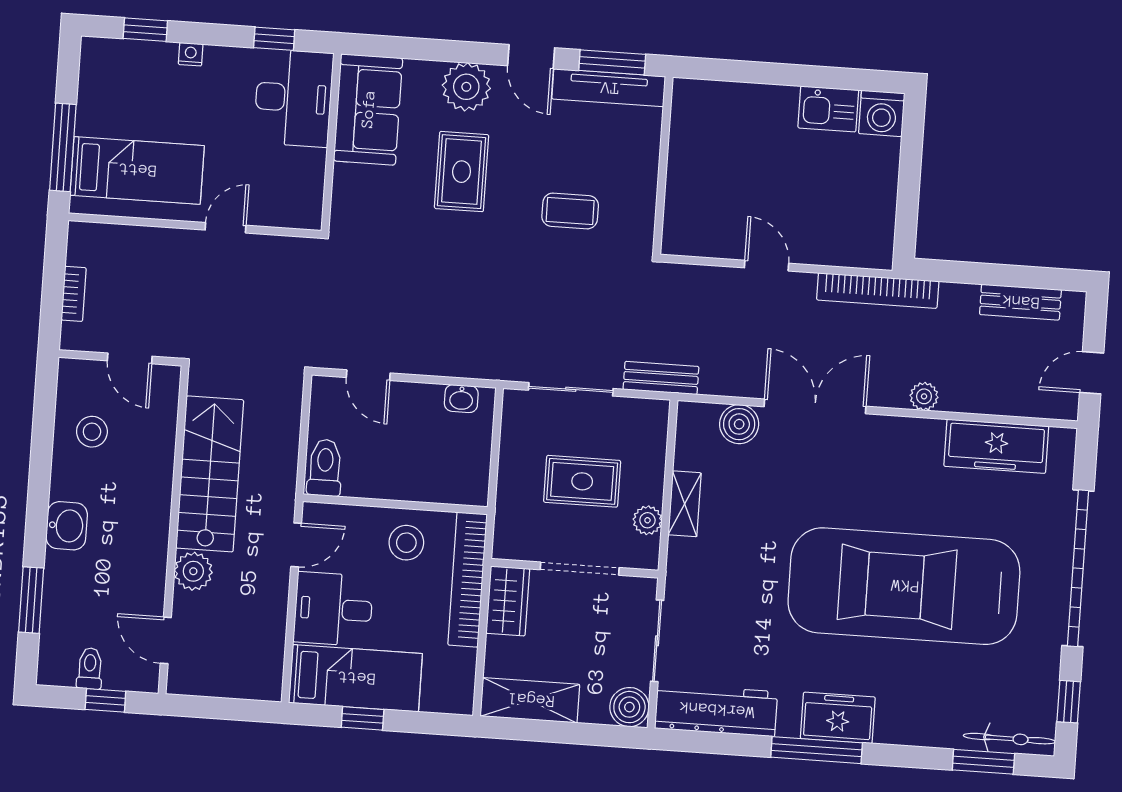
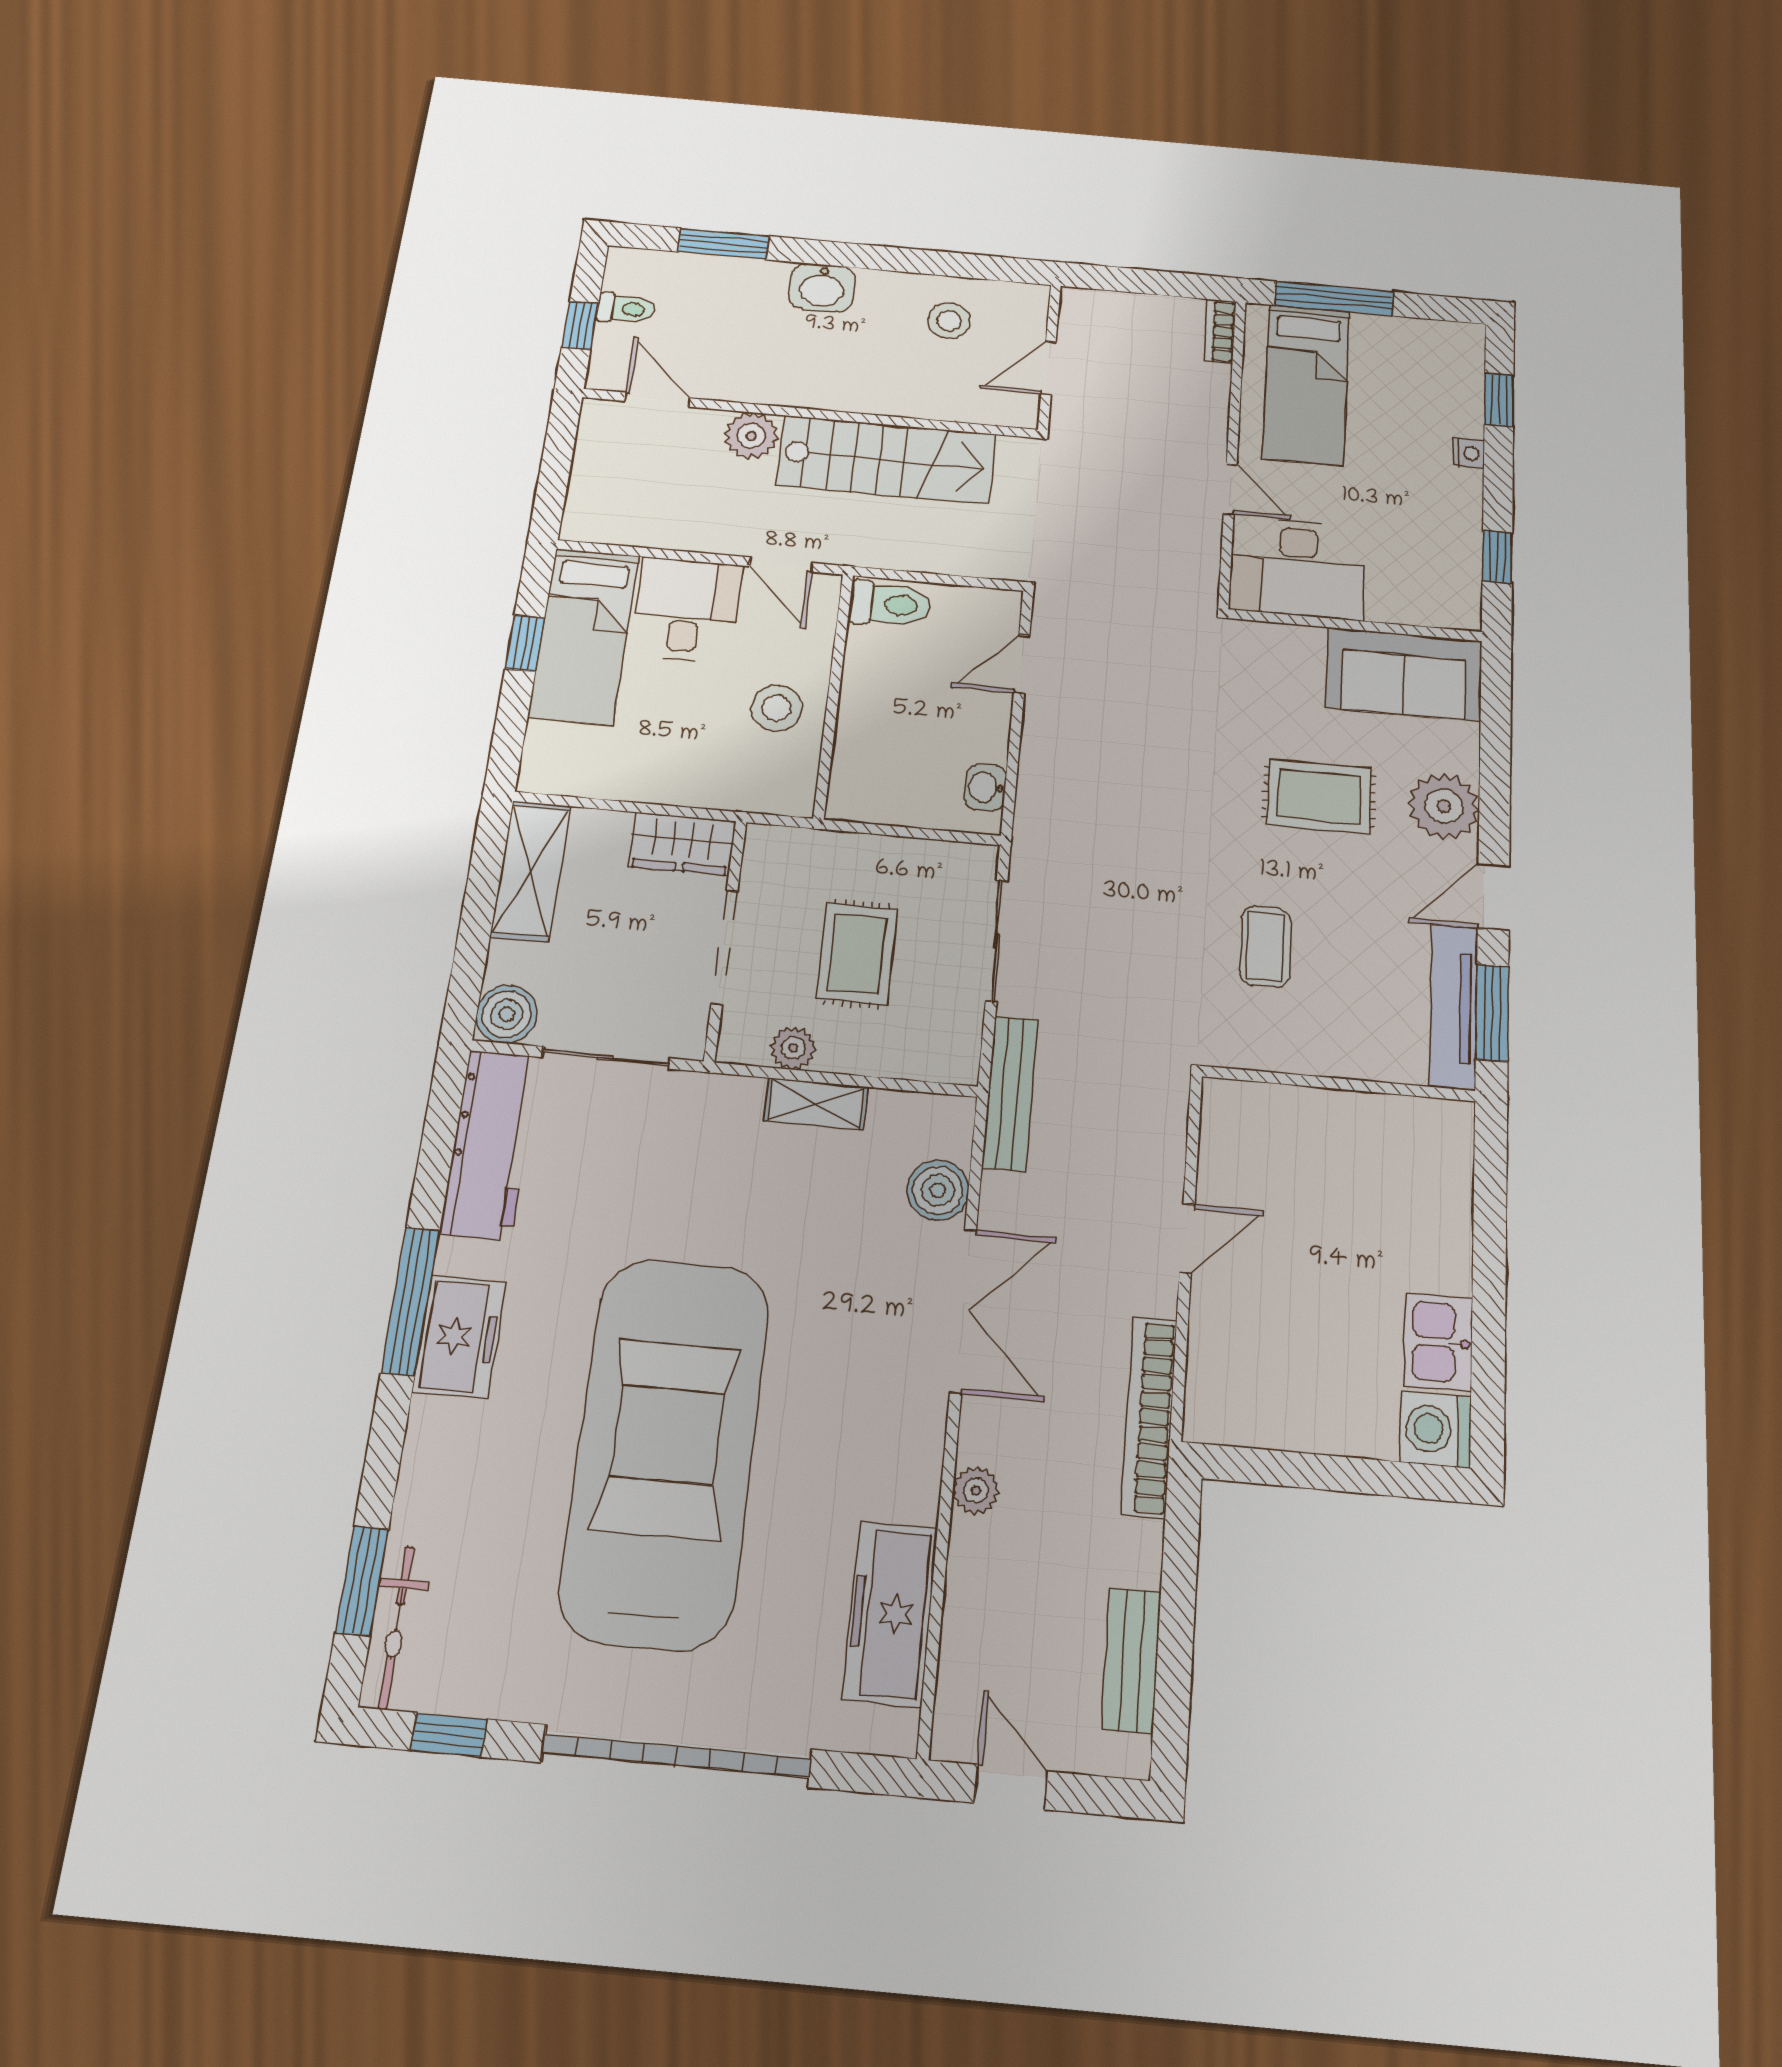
desk: (293, 98) -> (1298, 568), moved
bookcase: (74, 294) -> (1220, 331), moved, turned 90
bench: (661, 378) -> (1010, 1093), width x1.36
bookcase: (468, 580) -> (718, 789), removed
door: (166, 640) -> (657, 400), hinge flipped

